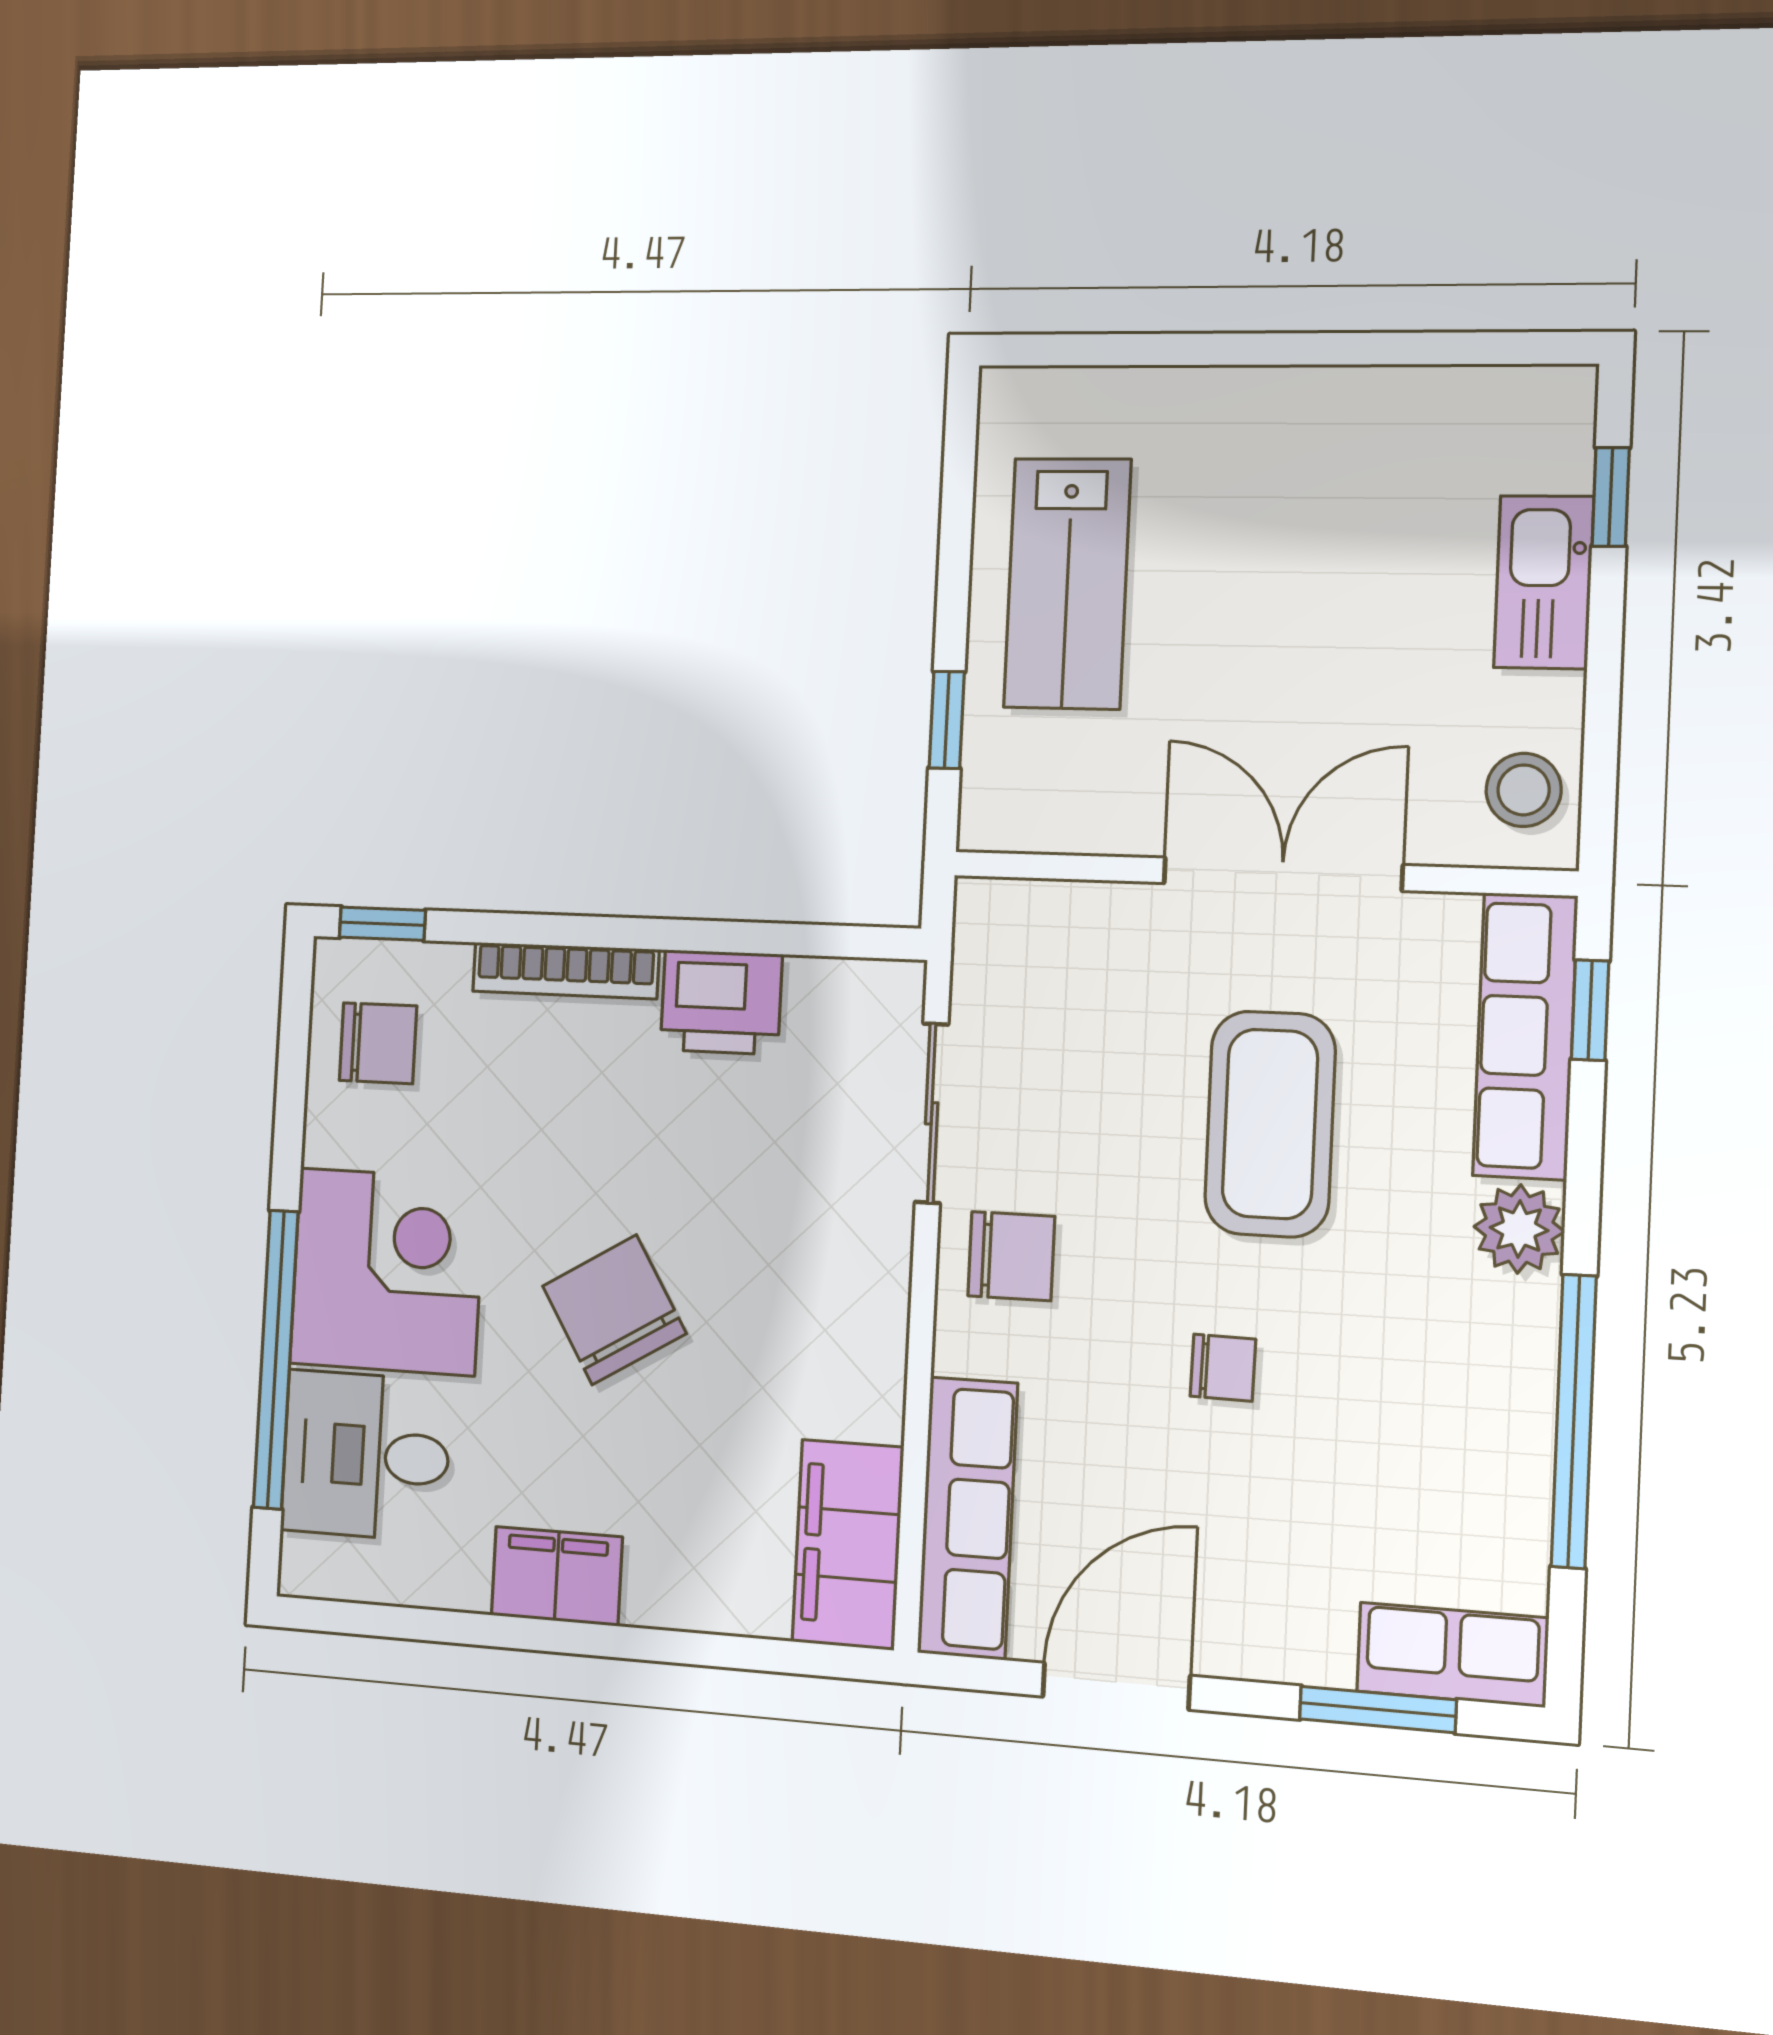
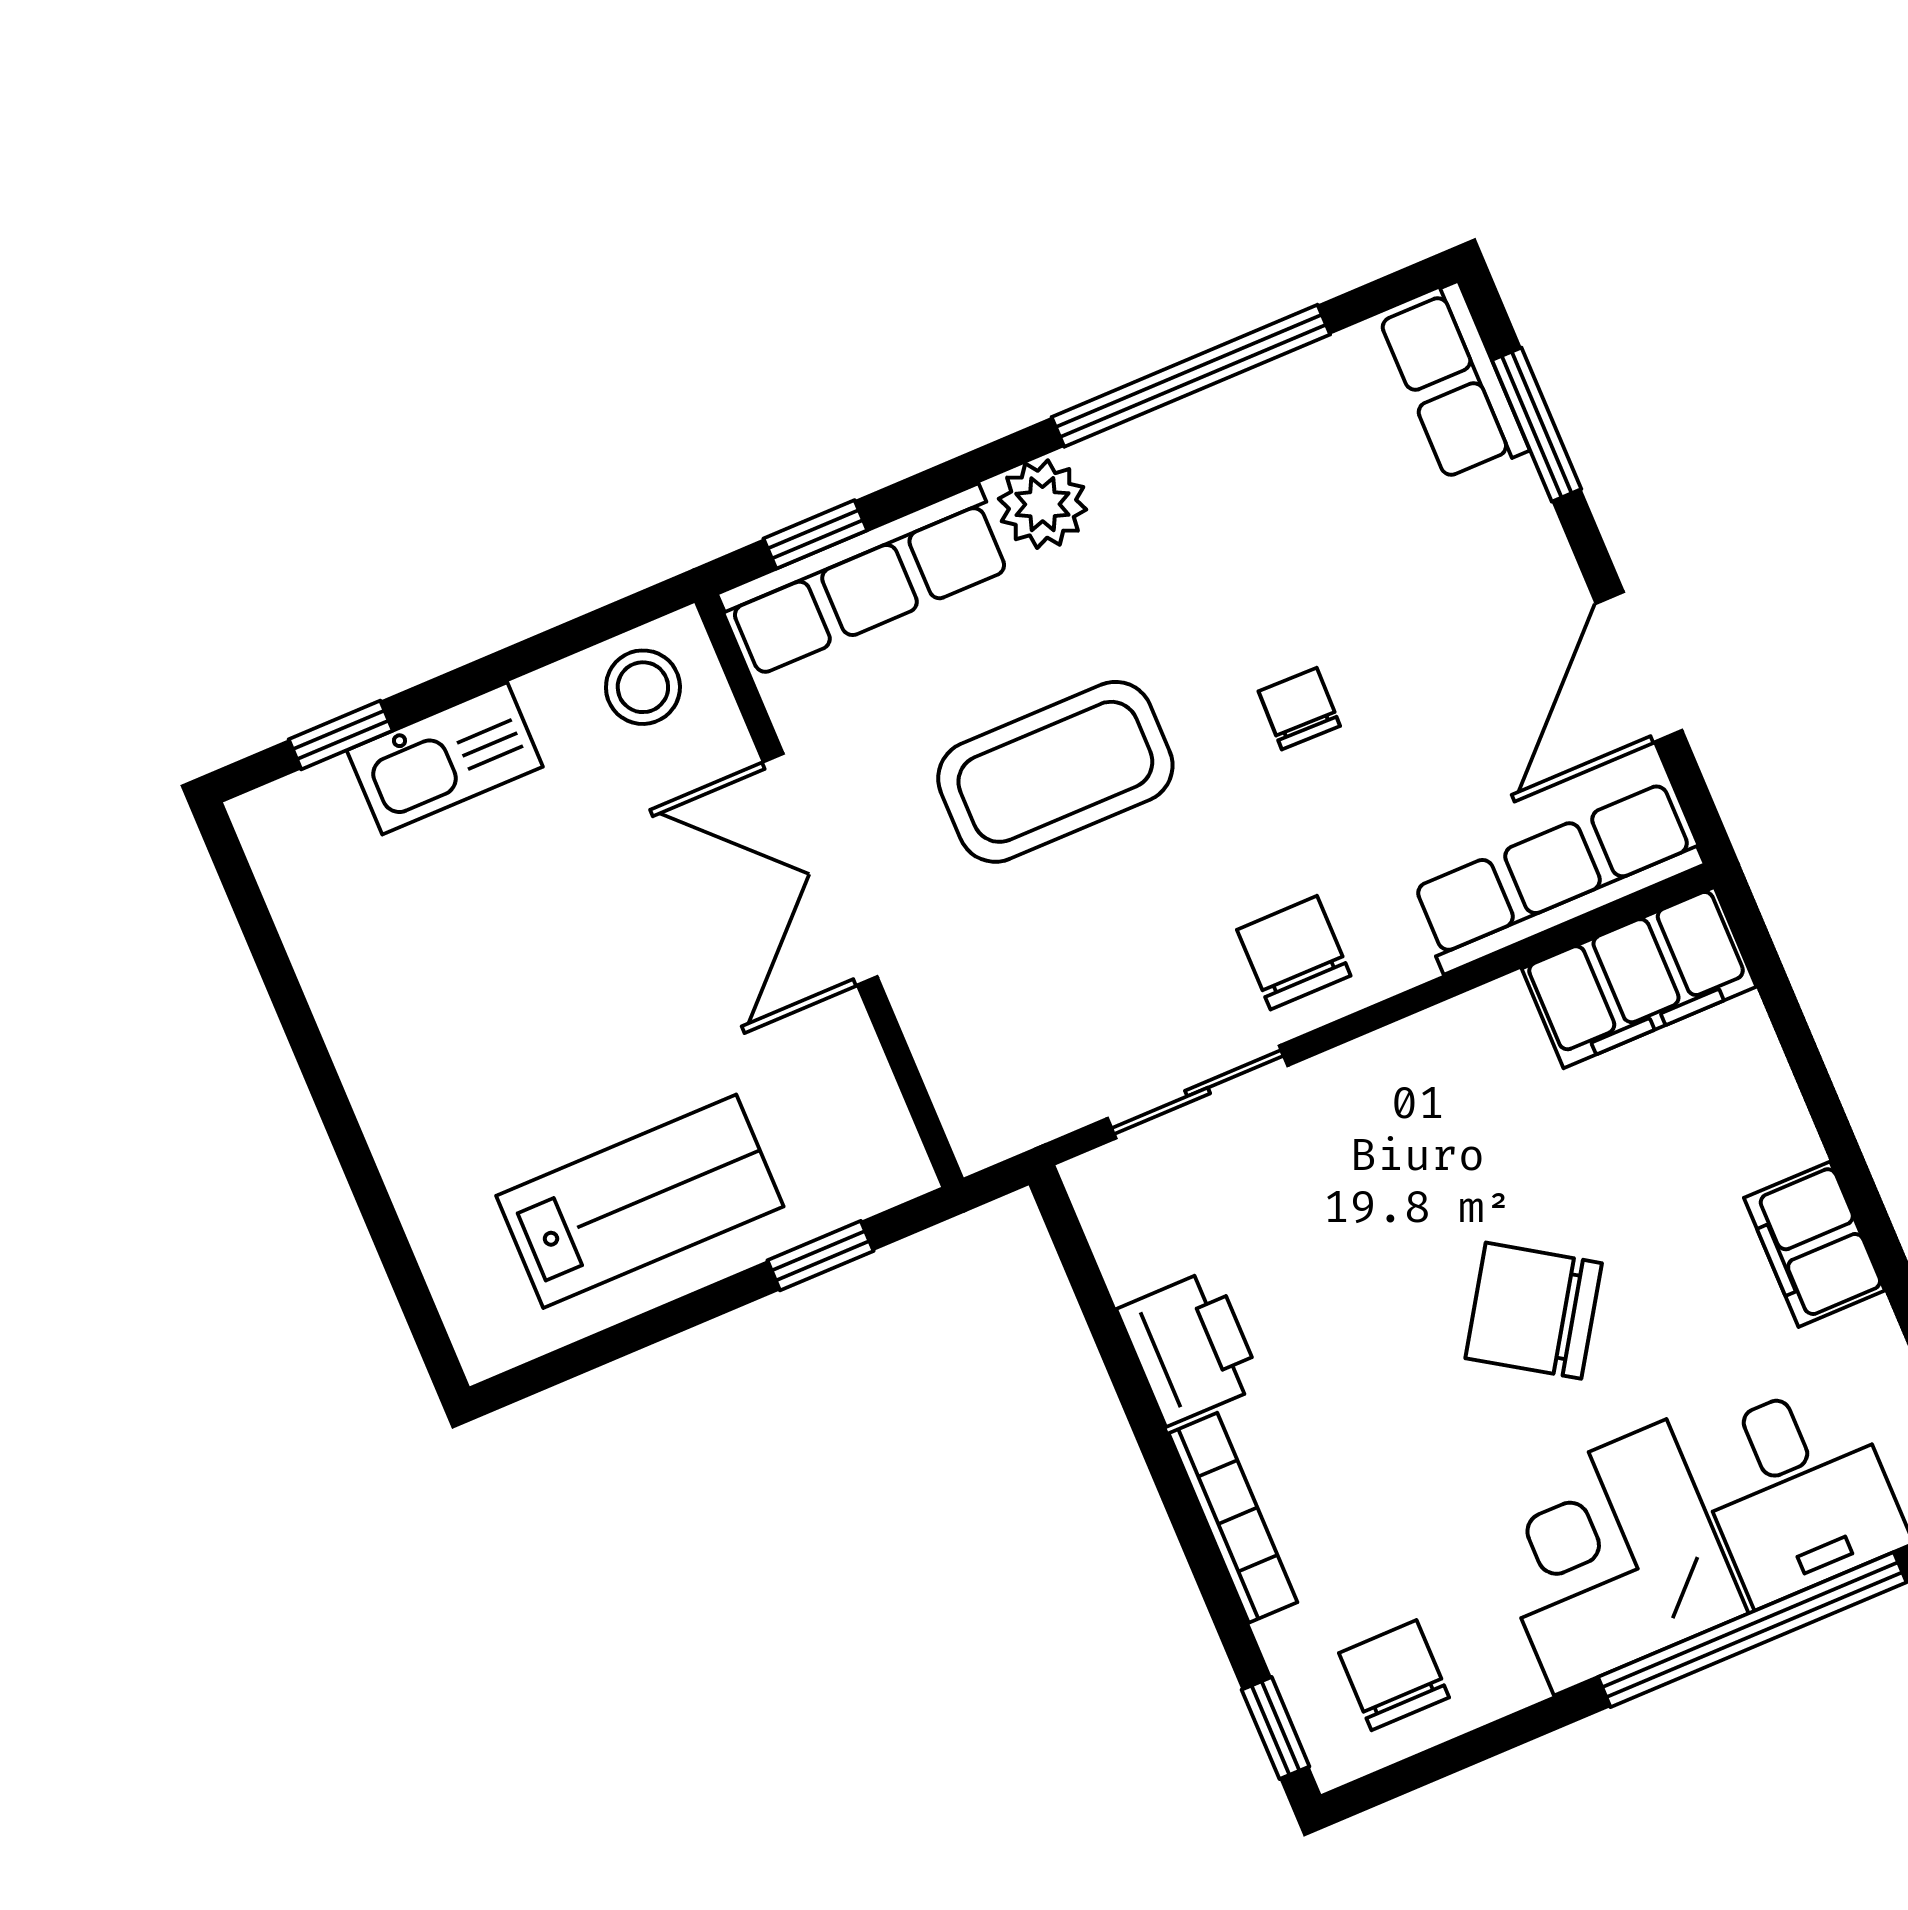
chair: (614, 1310) -> (1534, 1311), turned 64
door: (1116, 1686) -> (1639, 667), hinge flipped

